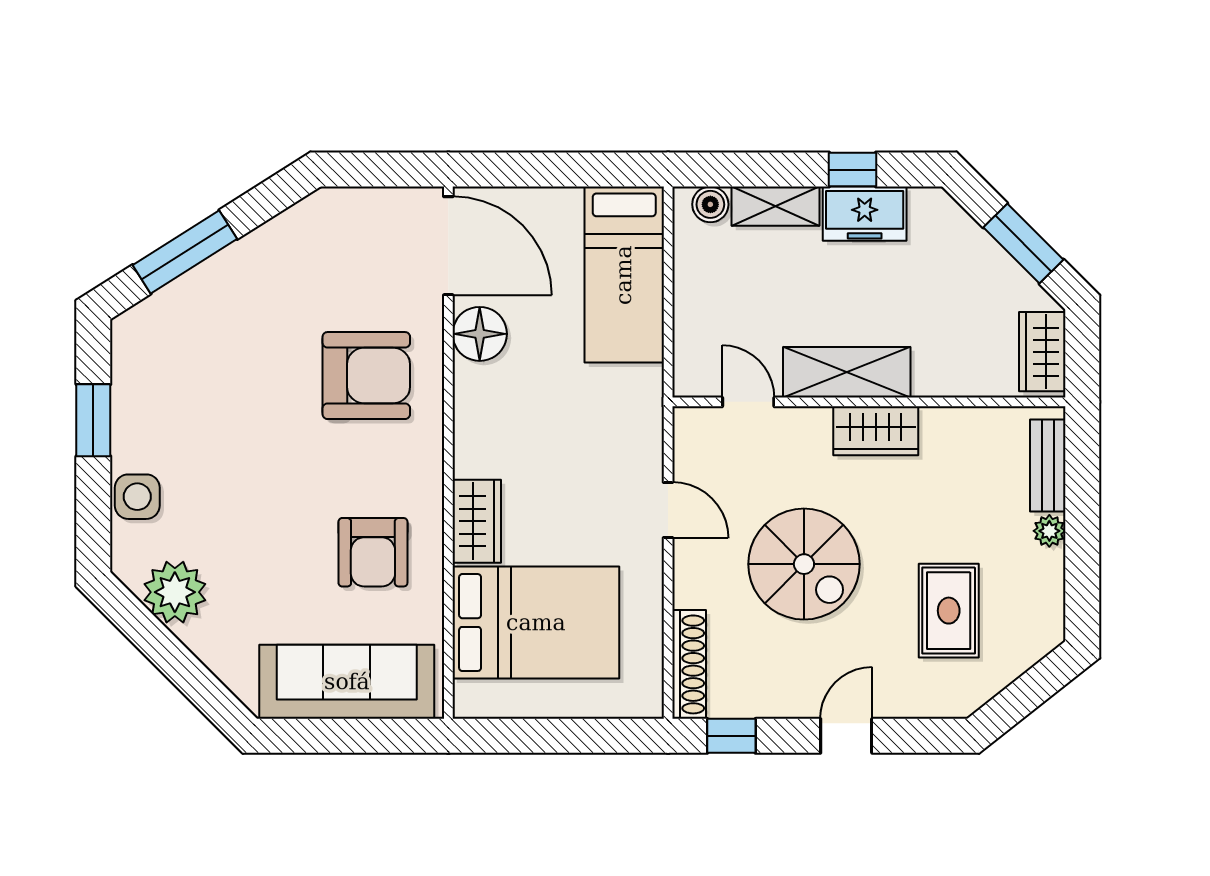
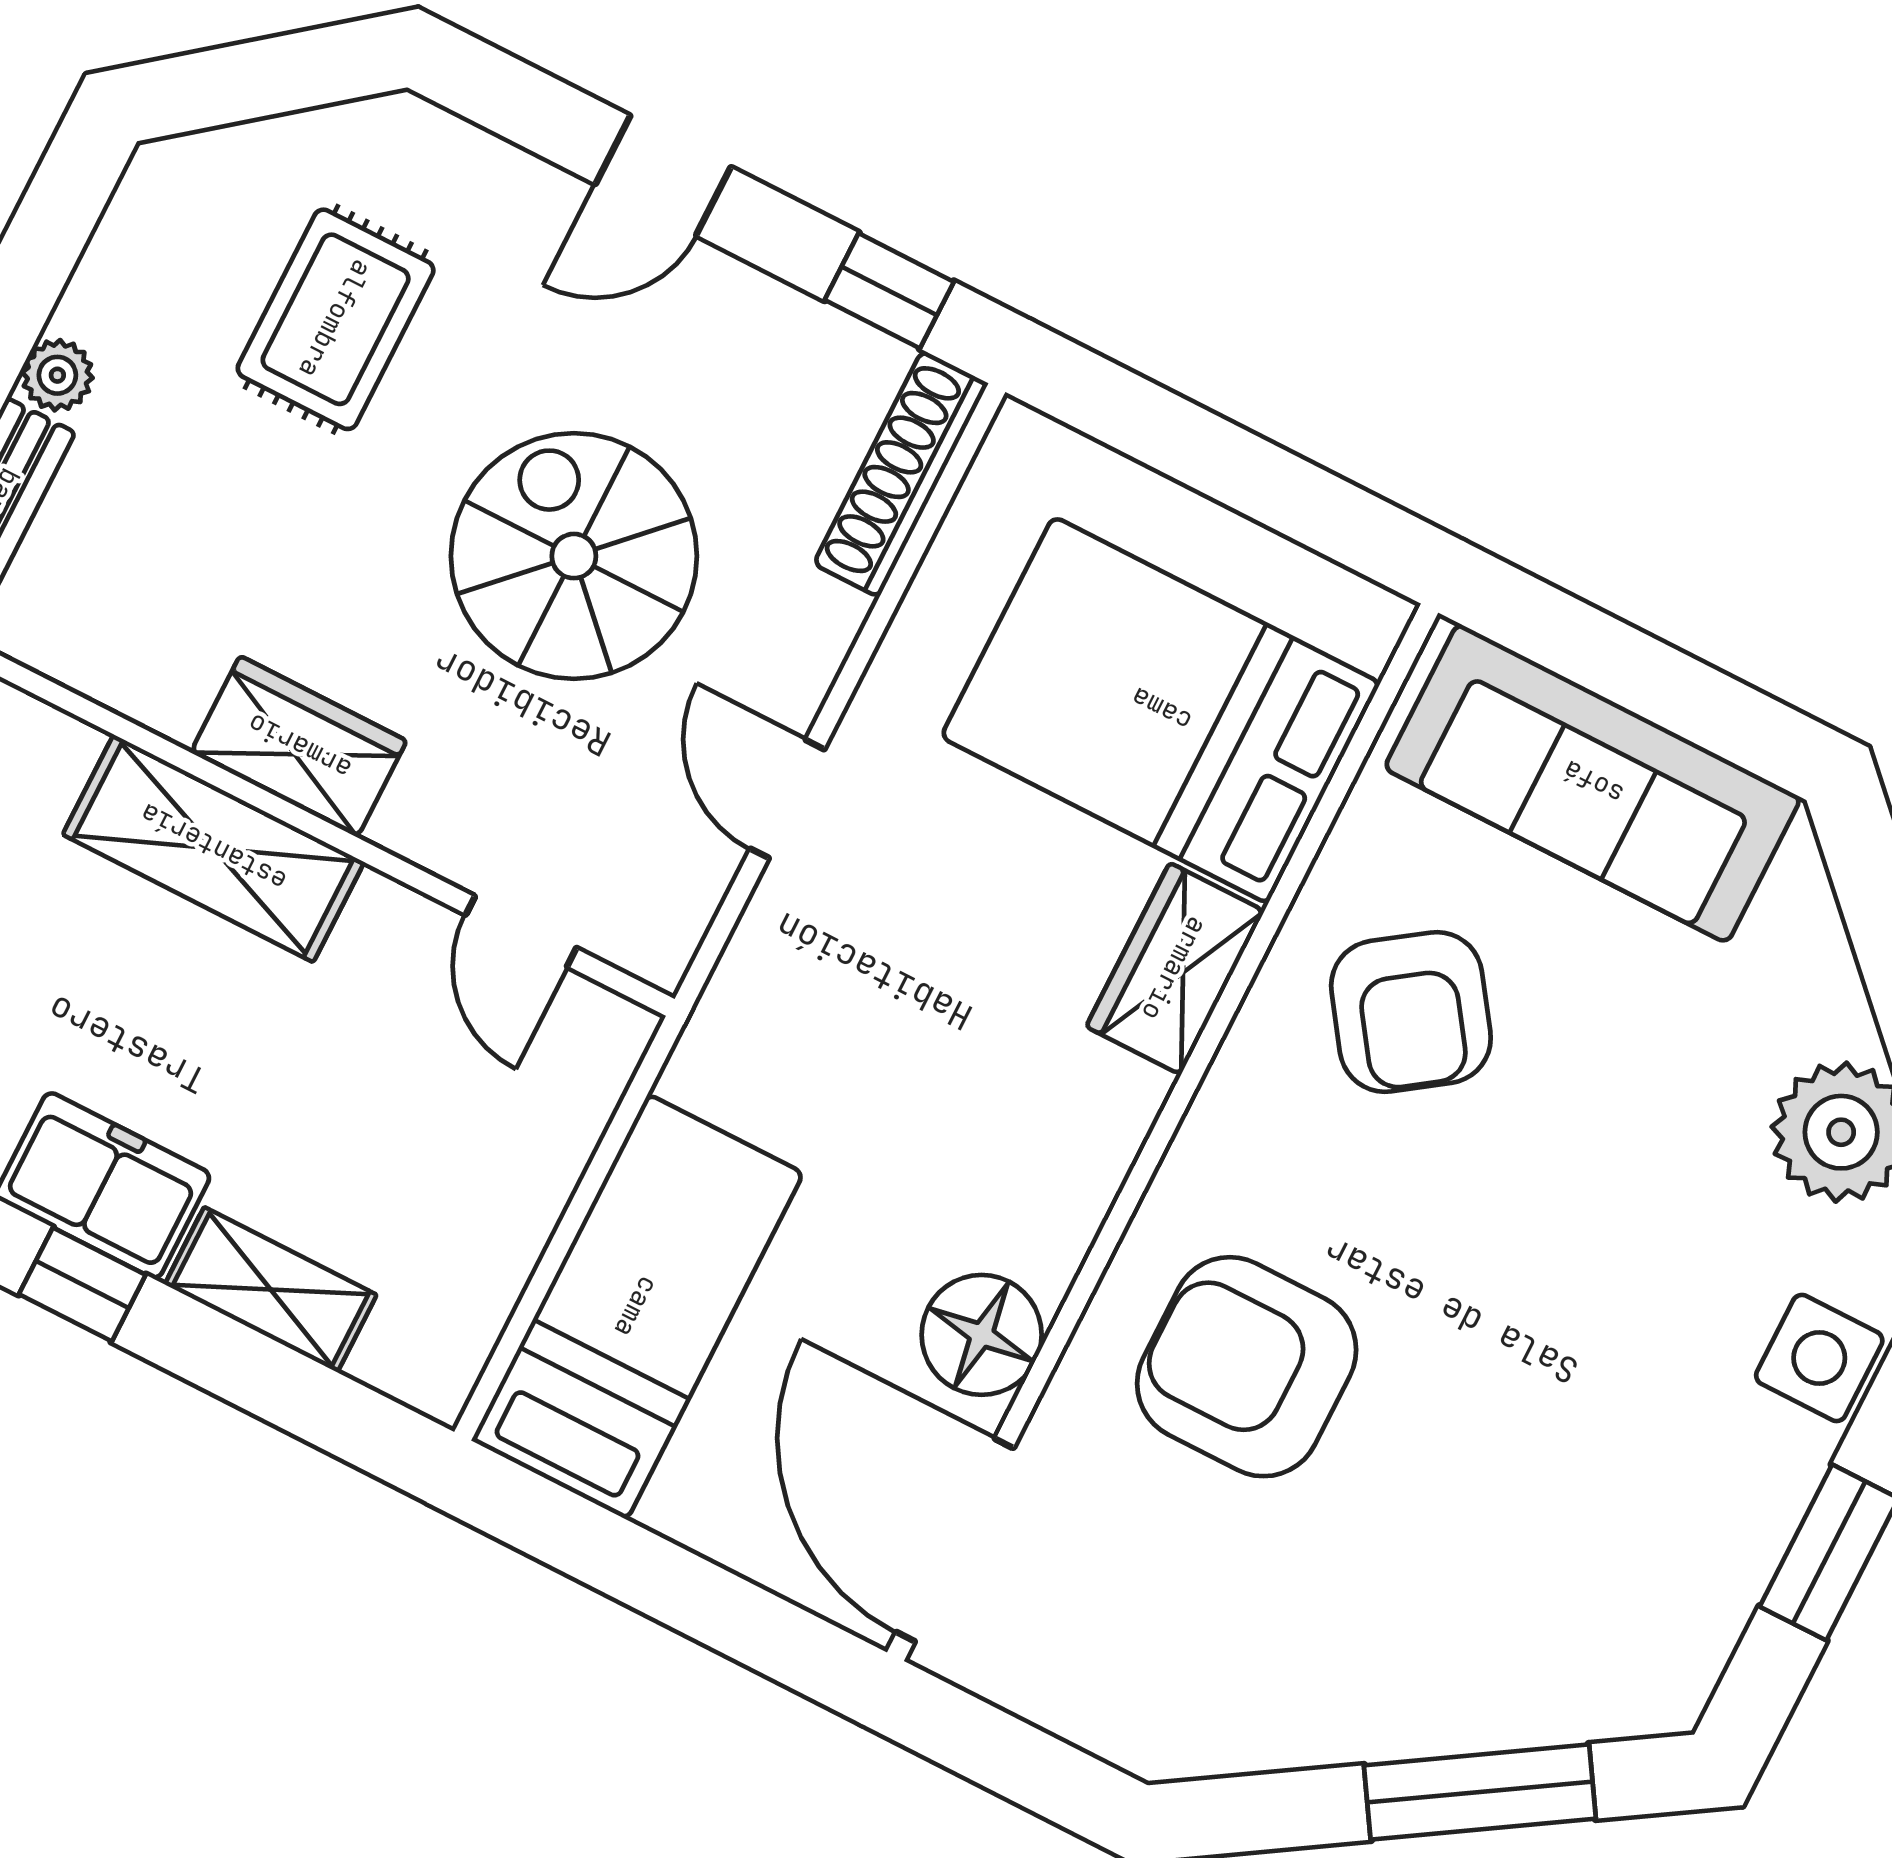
boiler: (710, 204) -> (397, 1358), removed
shelving: (847, 372) -> (213, 848), moved
armchair: (373, 552) -> (1411, 1012), turned 145

